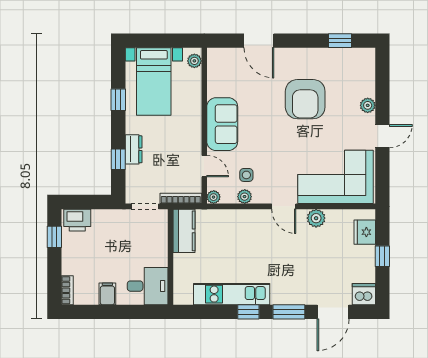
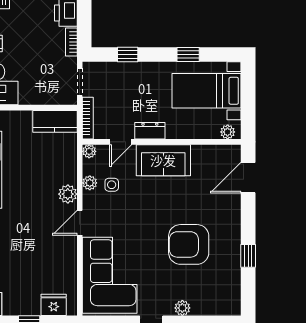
door: (259, 41) -> (248, 178), moved
window: (340, 41) -> (248, 256), moved
dresser: (134, 149) -> (150, 131), moved, turned 180
bookcase: (106, 215) -> (71, 42), added
plant: (316, 218) -> (68, 194), moved

